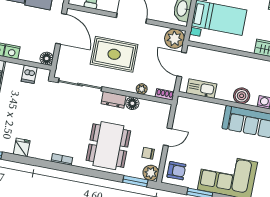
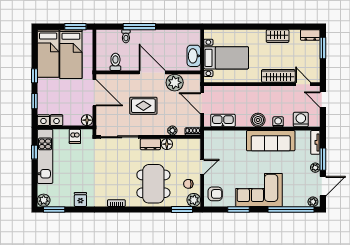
plant: (175, 39) -> (175, 83), moved
rug: (114, 54) -> (143, 106), width x0.73, depth x0.70

